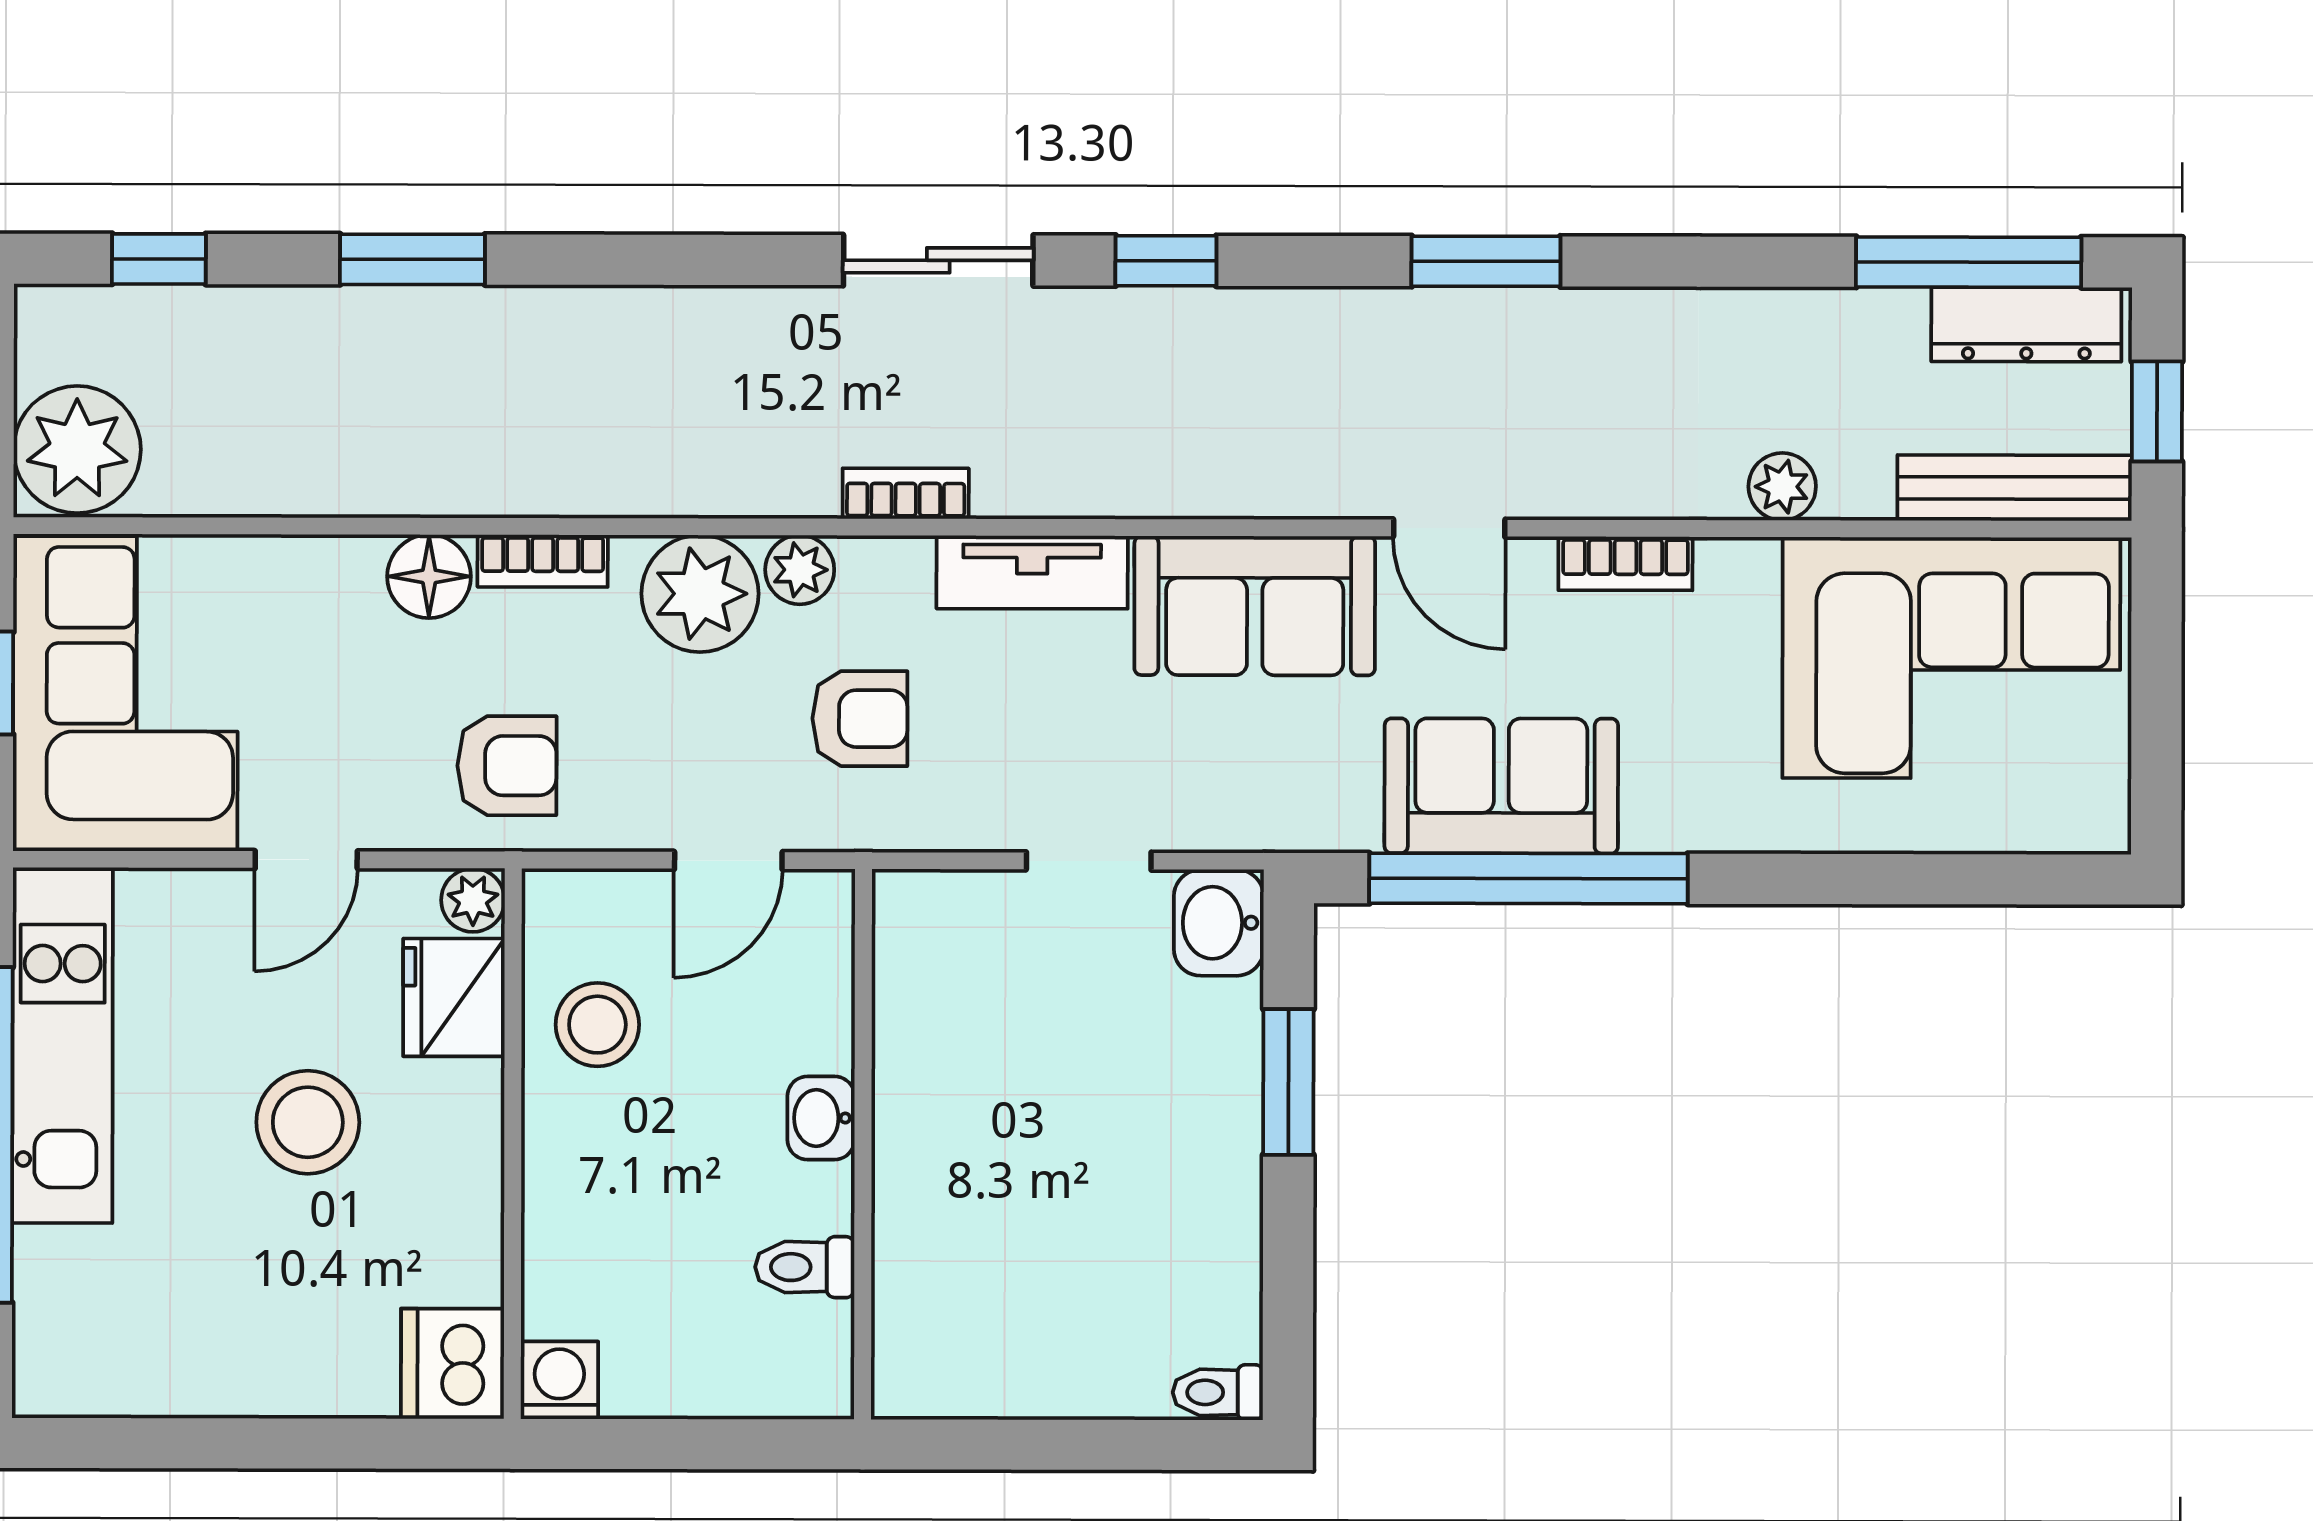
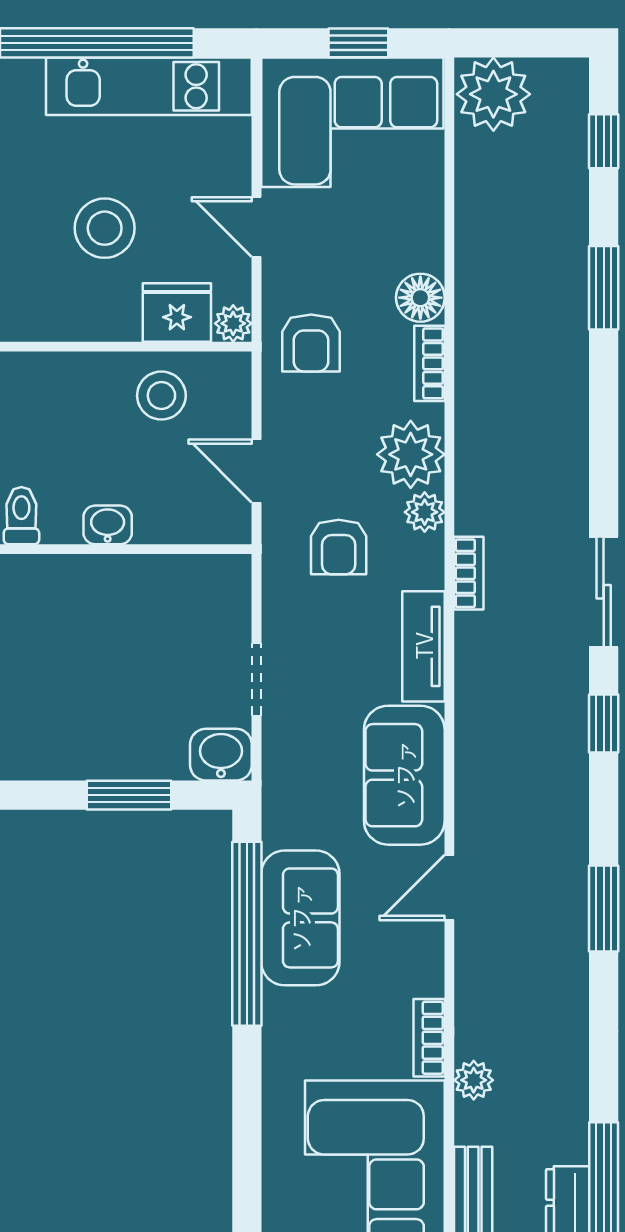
bookcase: (1625, 564) -> (429, 1038), moved

